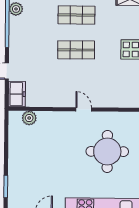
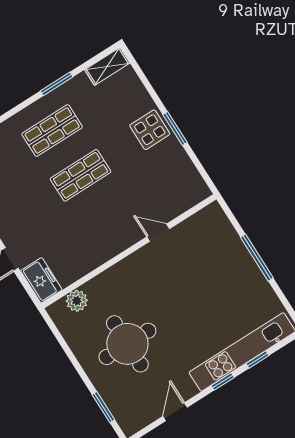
door: (84, 109) -> (158, 233), moved
round table: (107, 151) -> (127, 344), moved

